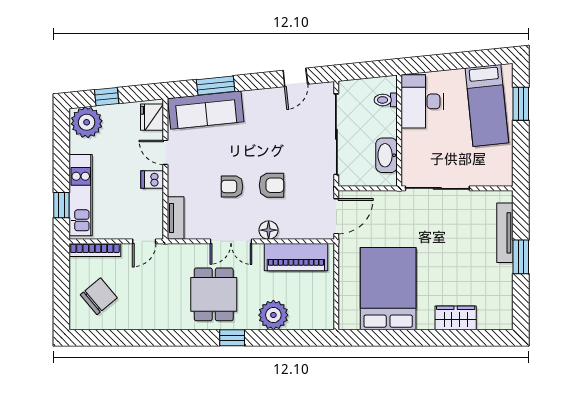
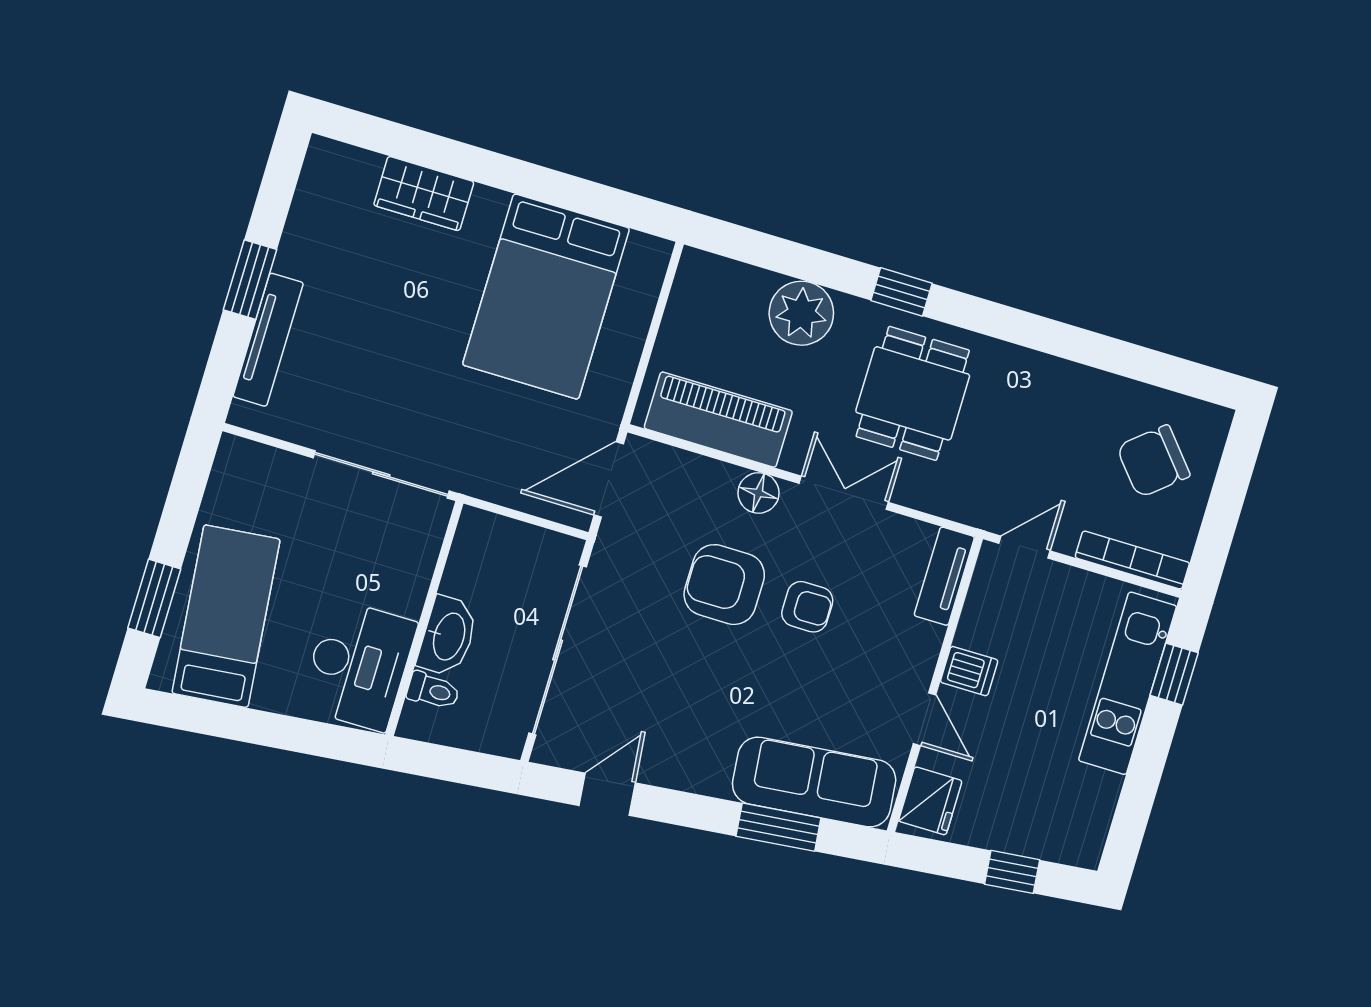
plant: (87, 122) -> (1070, 831), removed
washbasin: (387, 155) -> (448, 636), moved
armchair: (272, 185) -> (724, 585), width x1.38, depth x1.38

